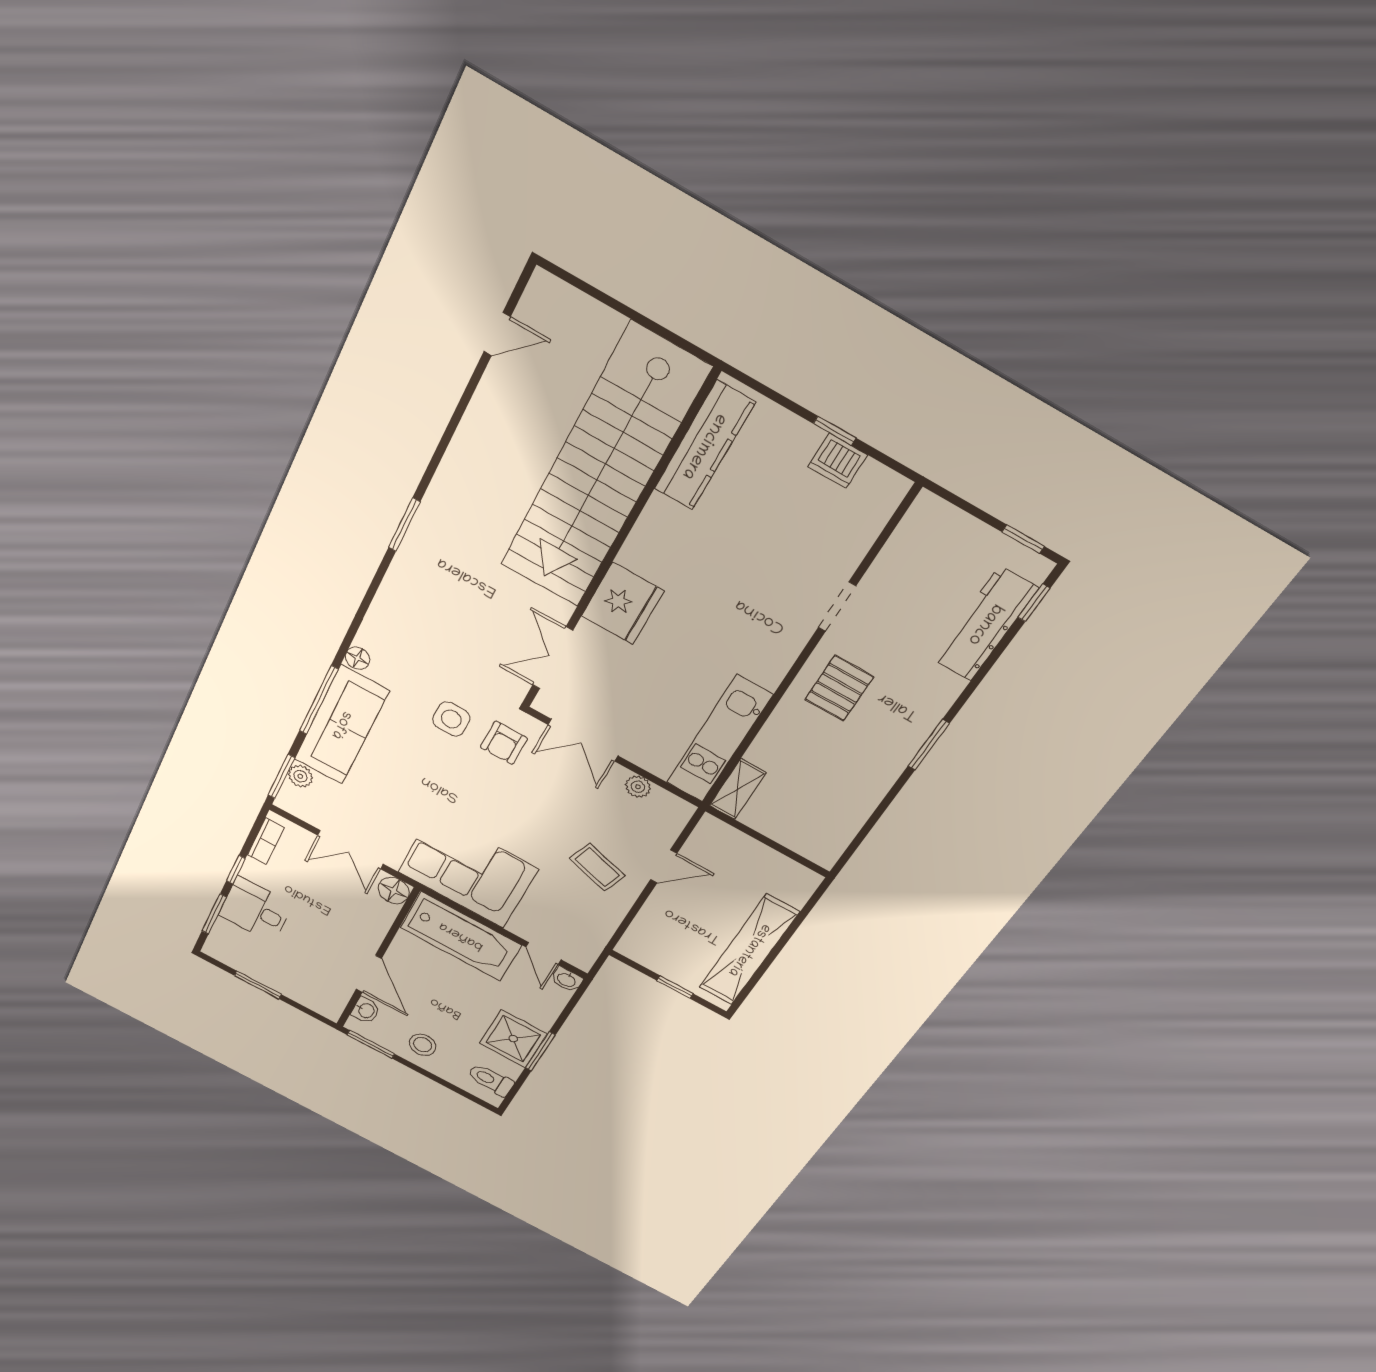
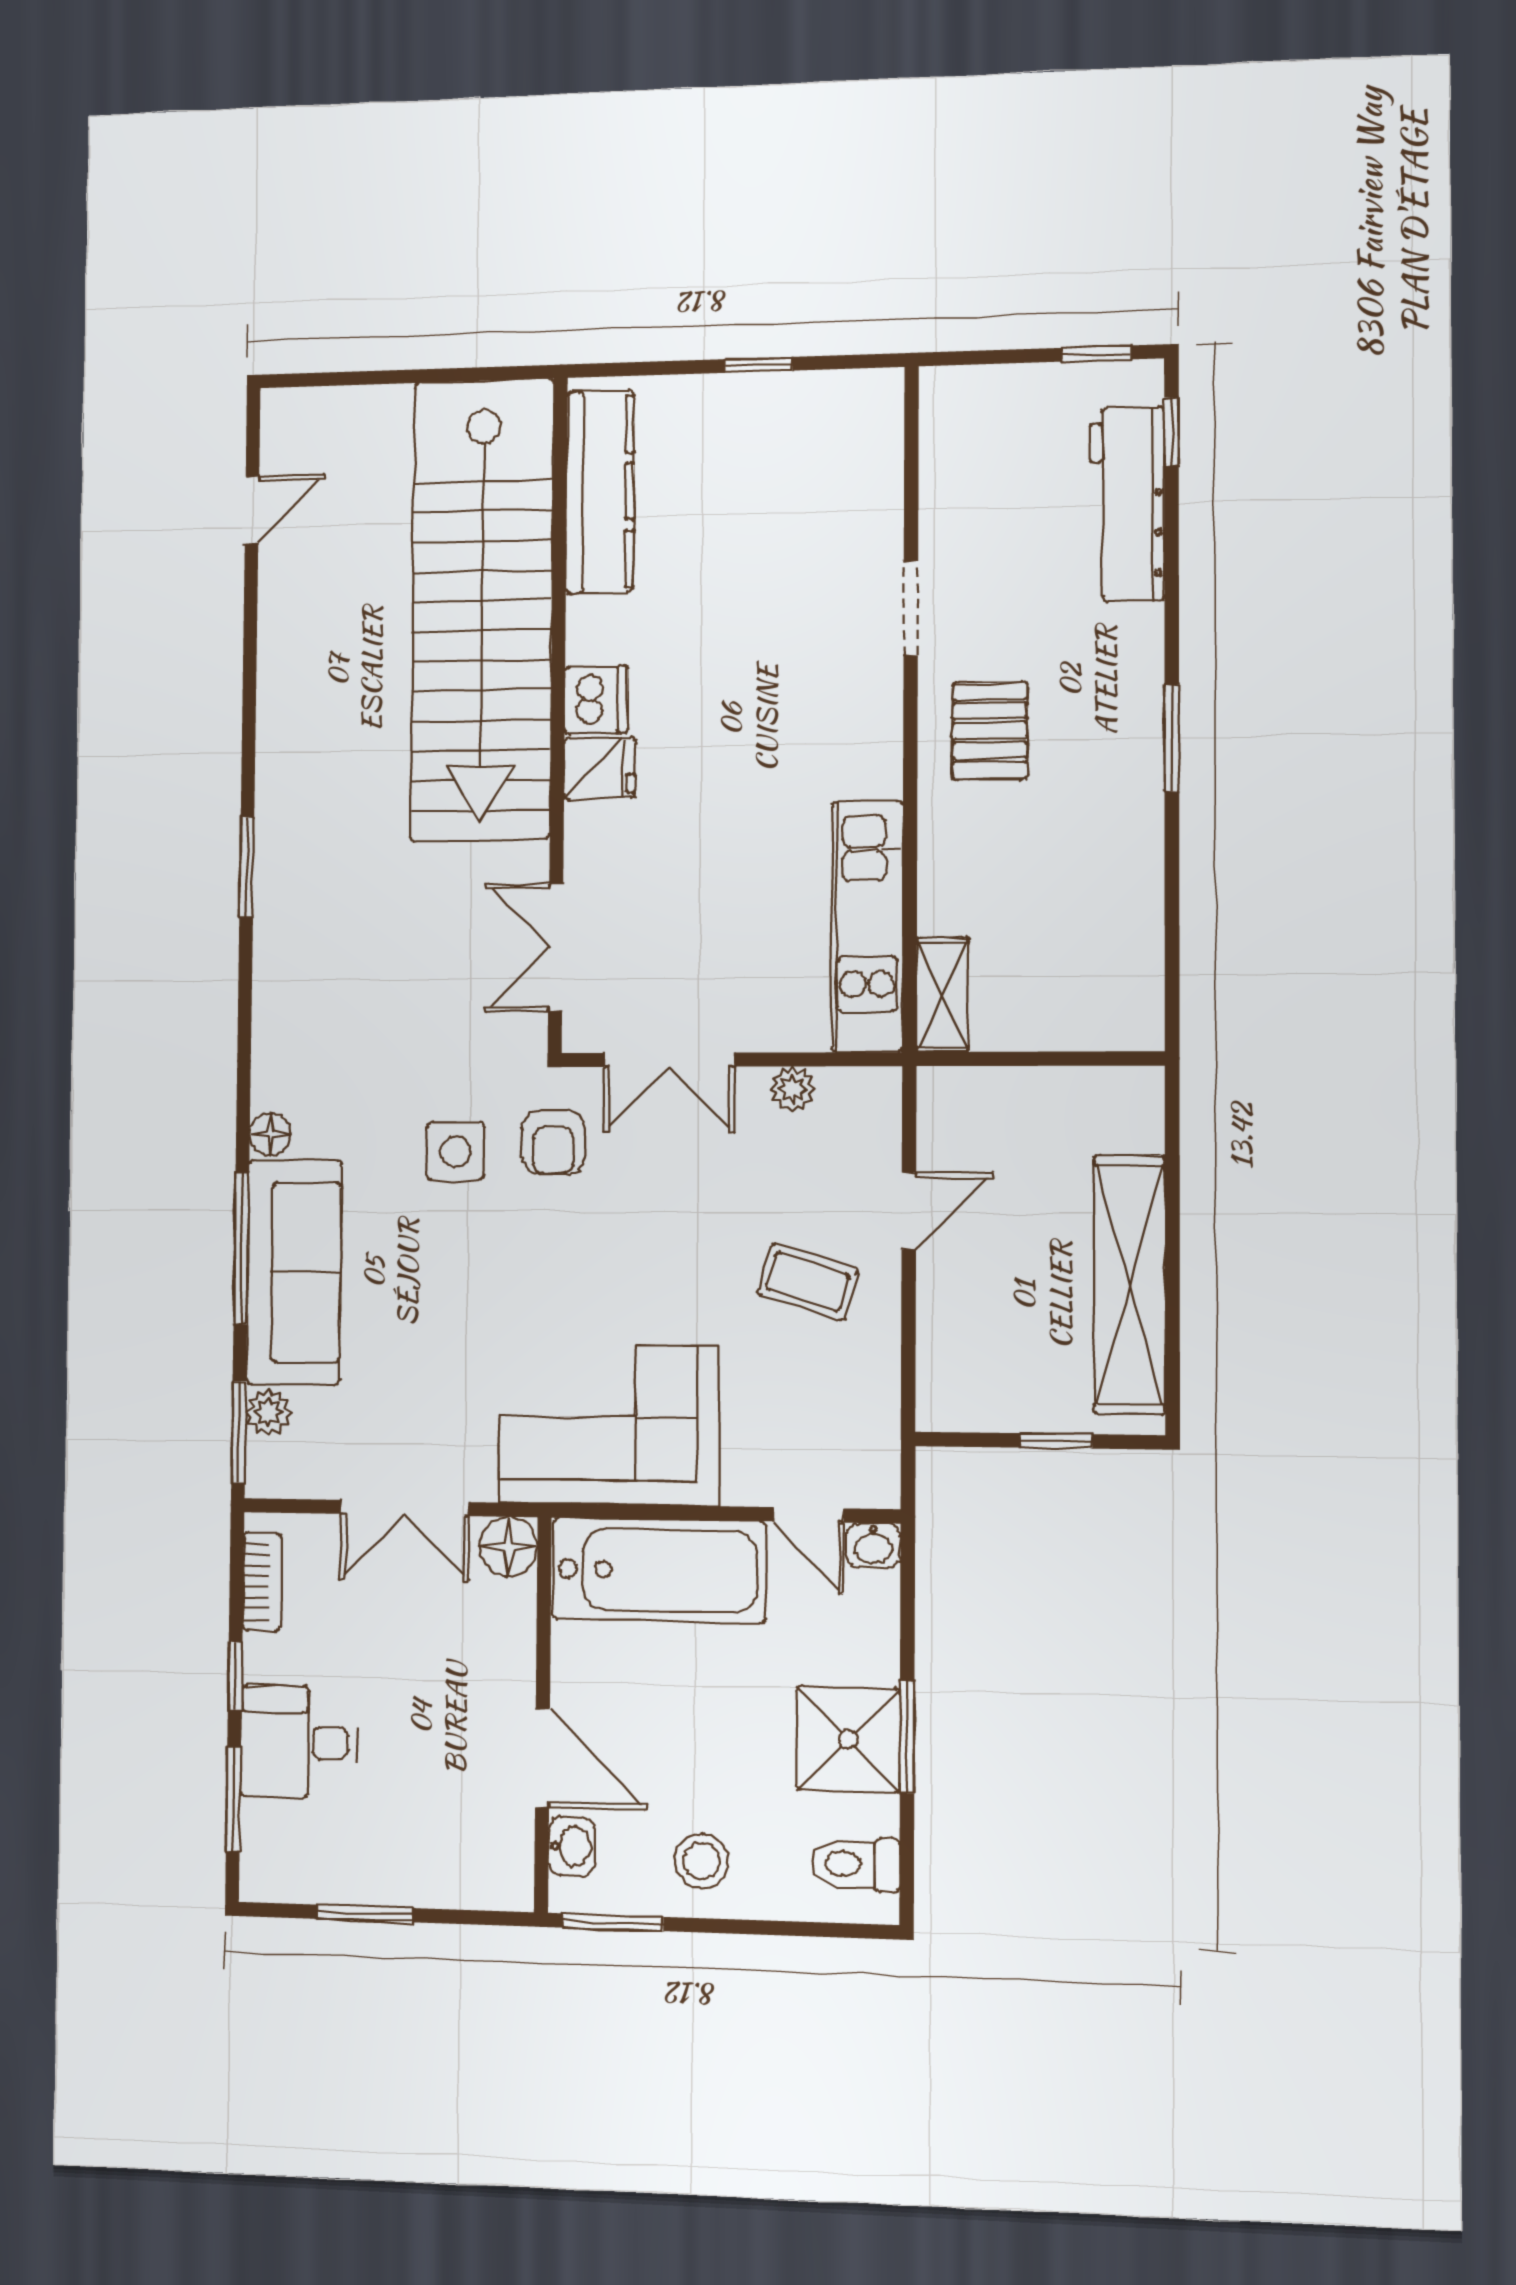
dishwasher: (838, 461) -> (596, 700), moved, turned -90
fridge: (623, 604) -> (600, 768), width x0.53, depth x0.75

